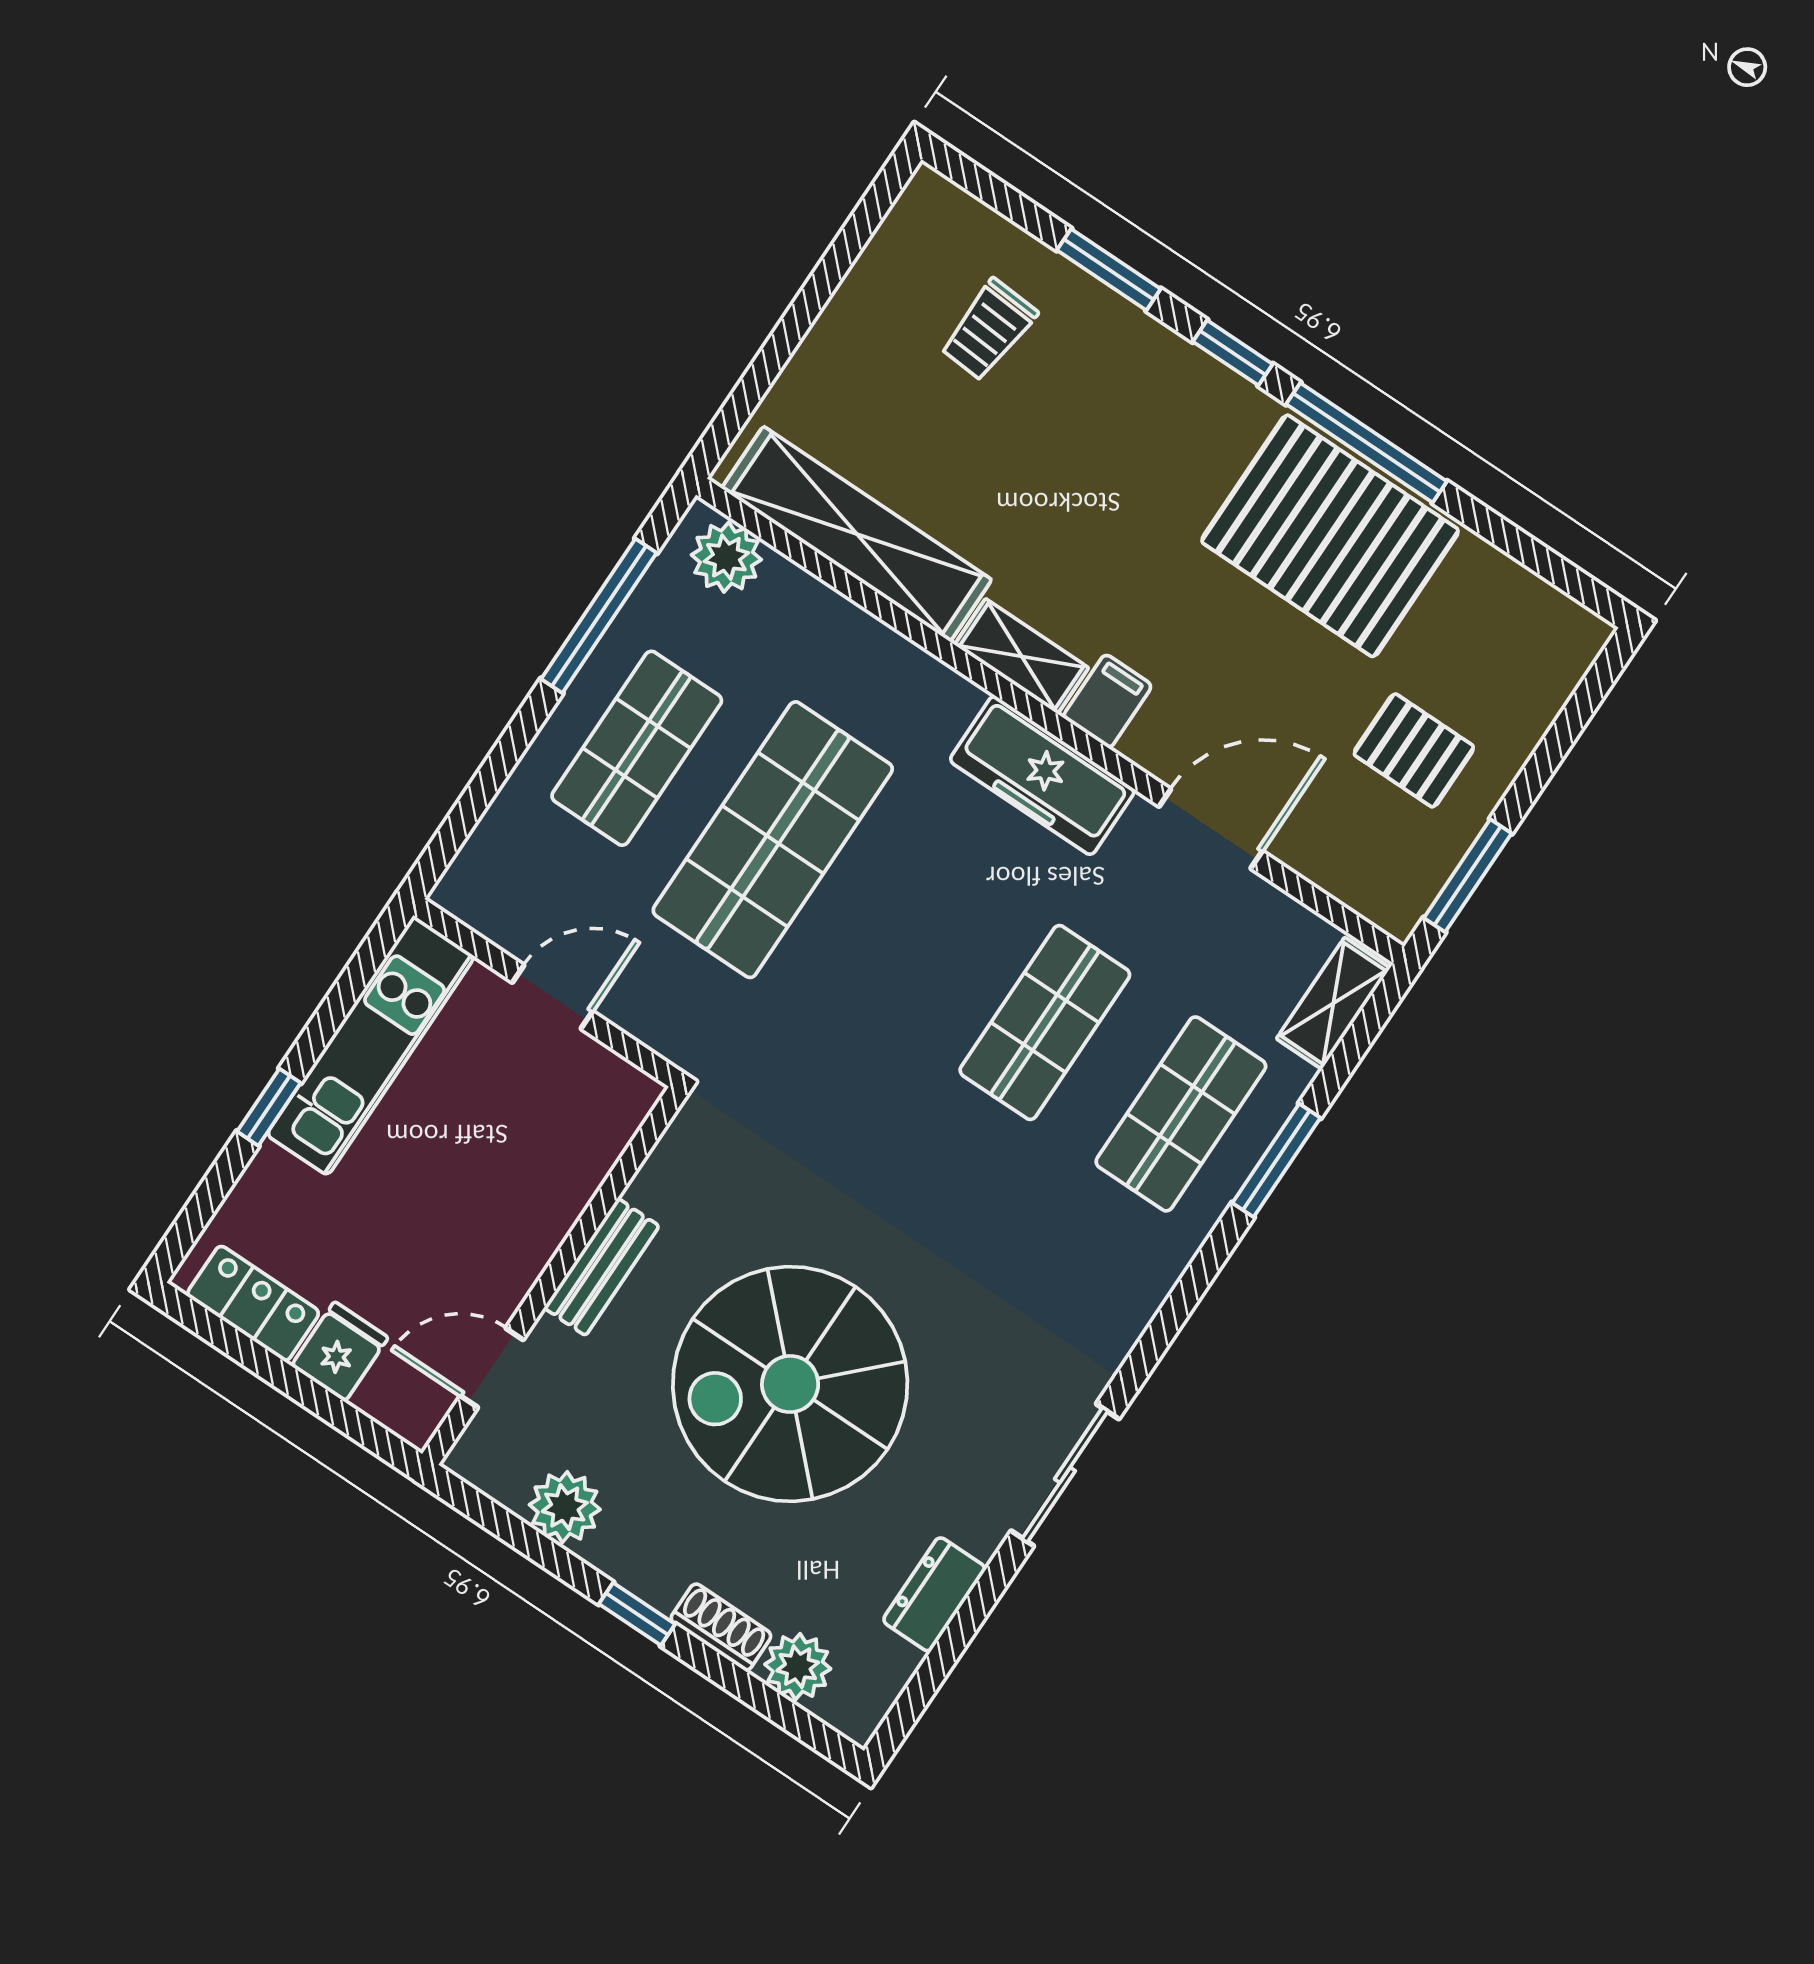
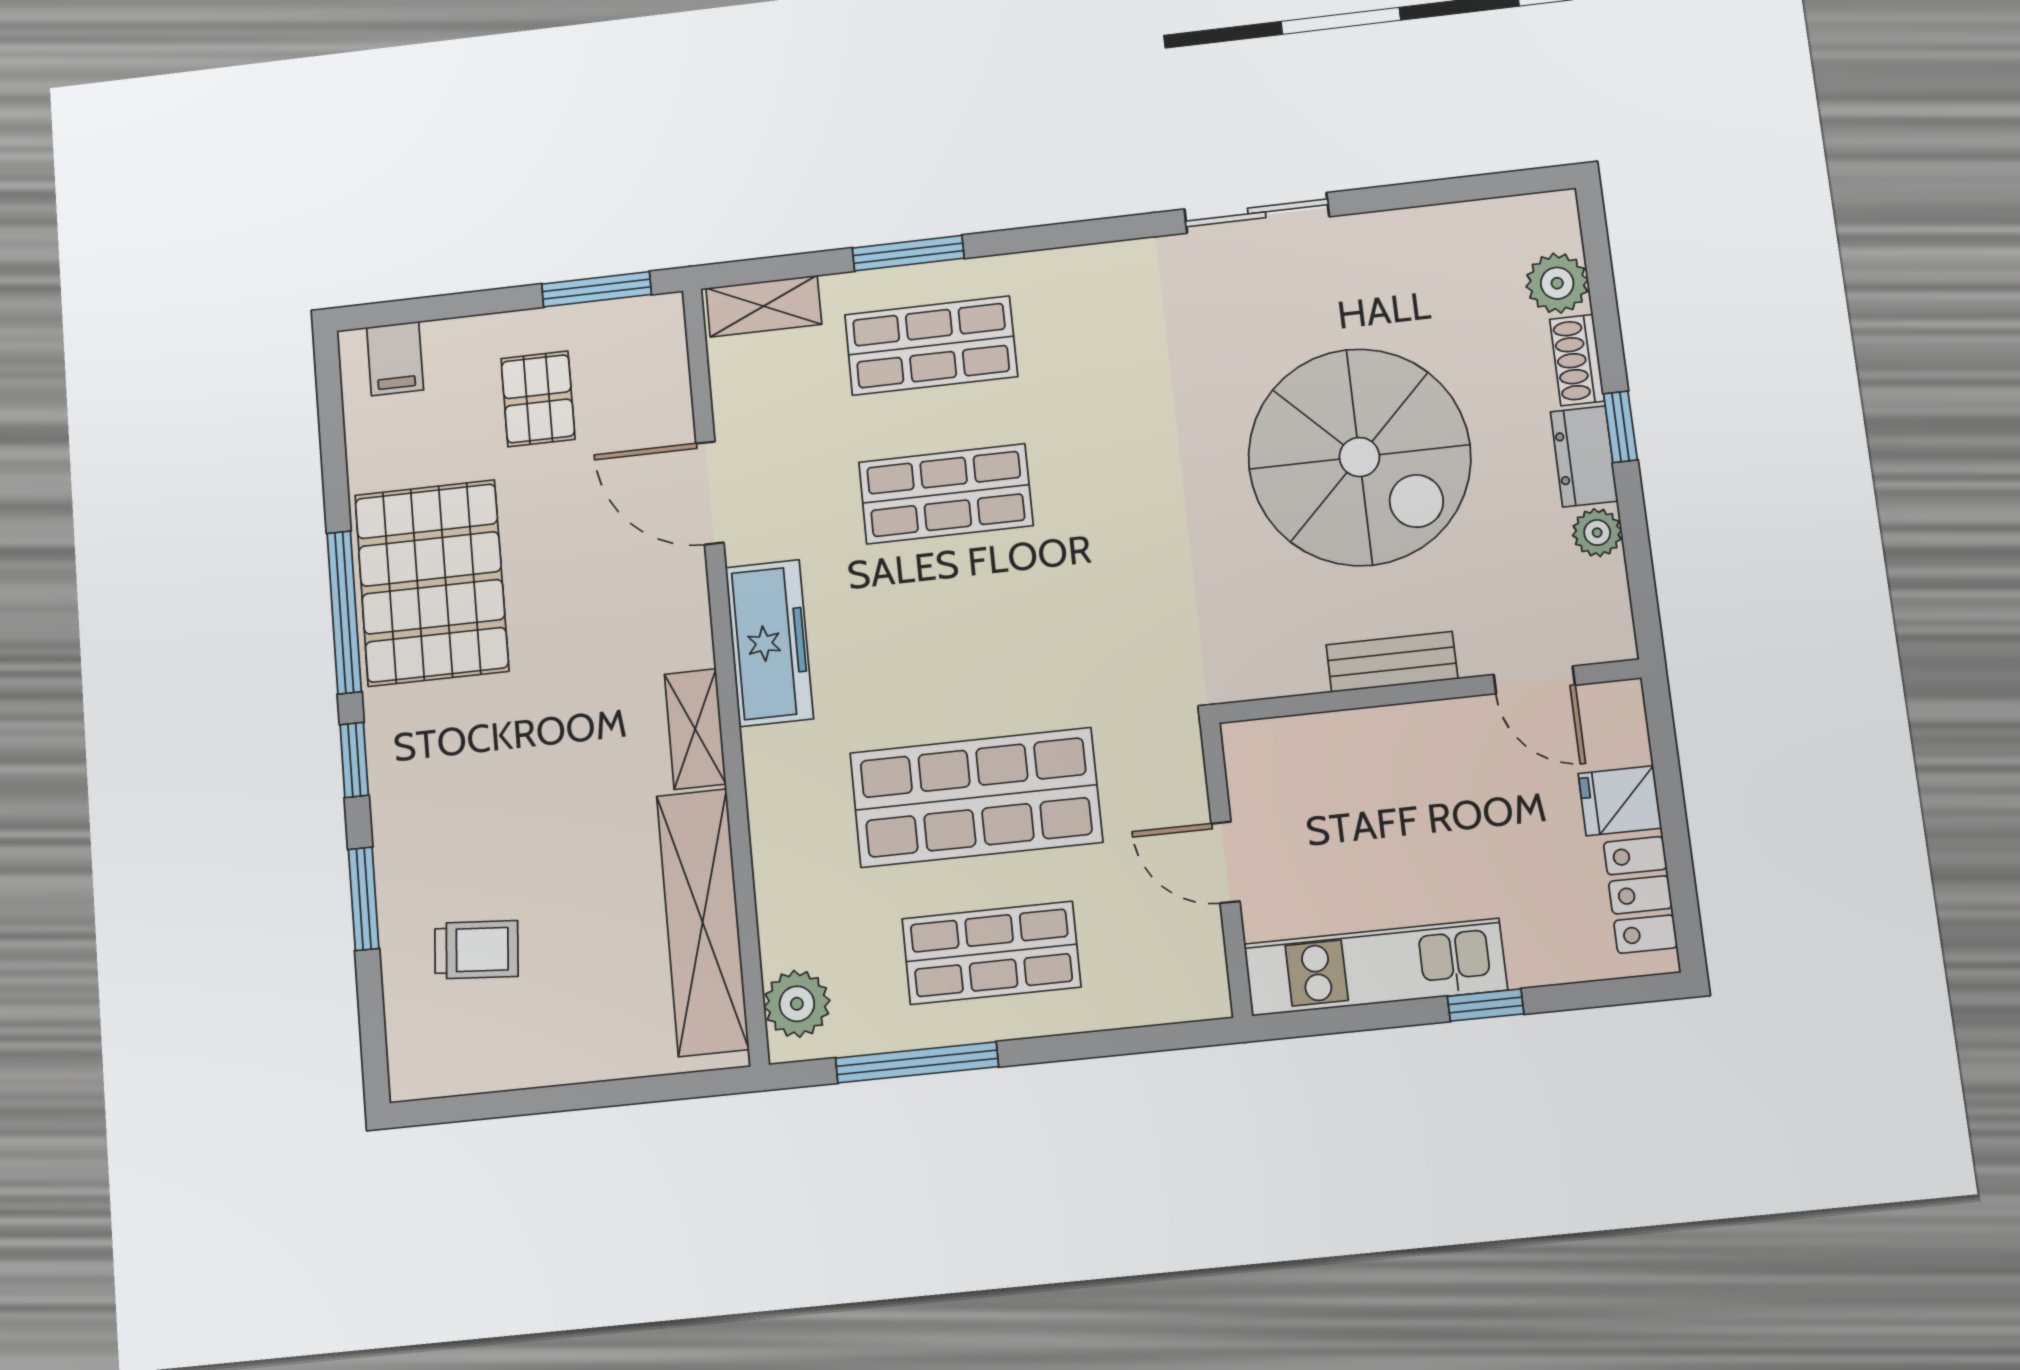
filing cabinet: (1107, 701) -> (395, 359), moved, turned -90
plant: (565, 1507) -> (1597, 533), width x0.73, depth x0.73
dresser: (934, 1594) -> (1584, 456), moved, turned 90

